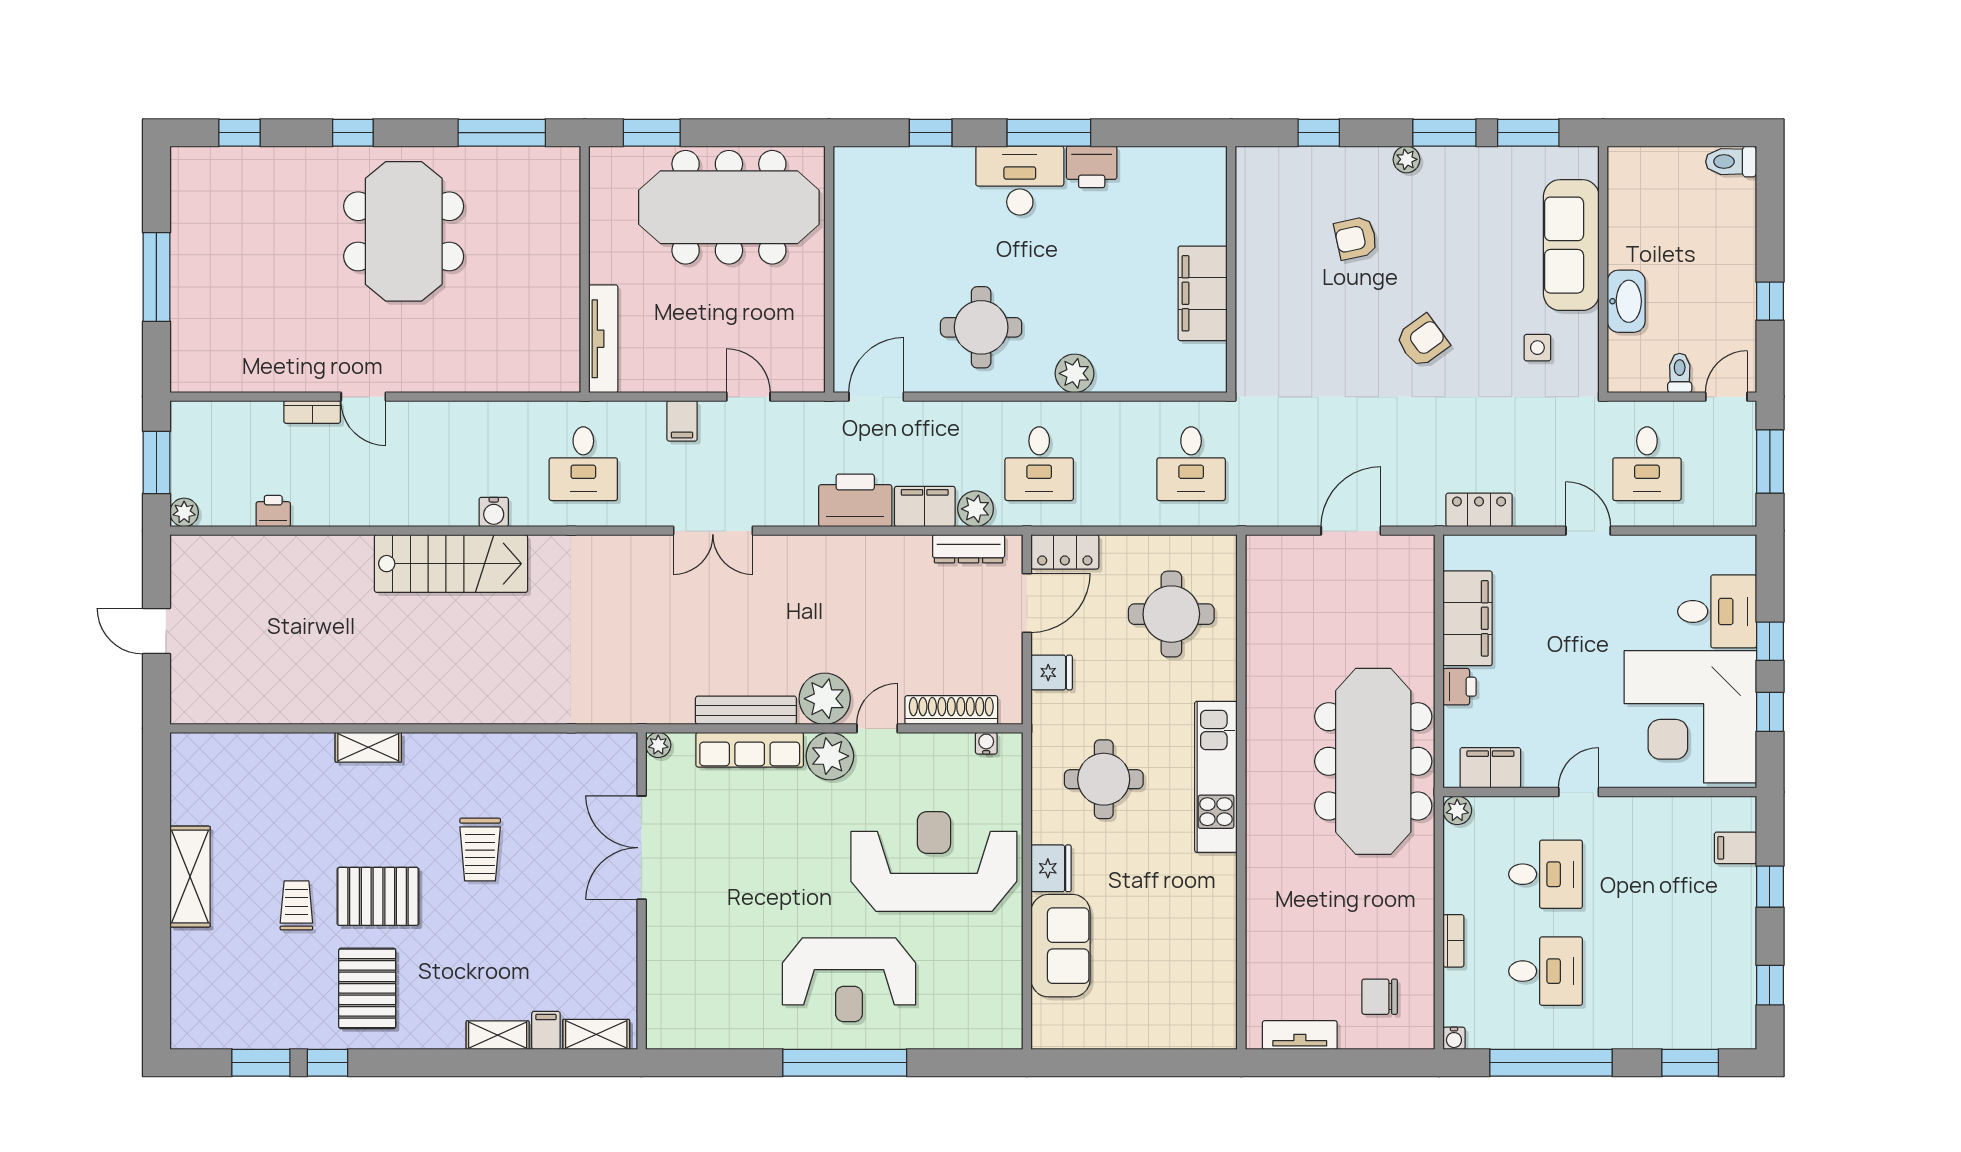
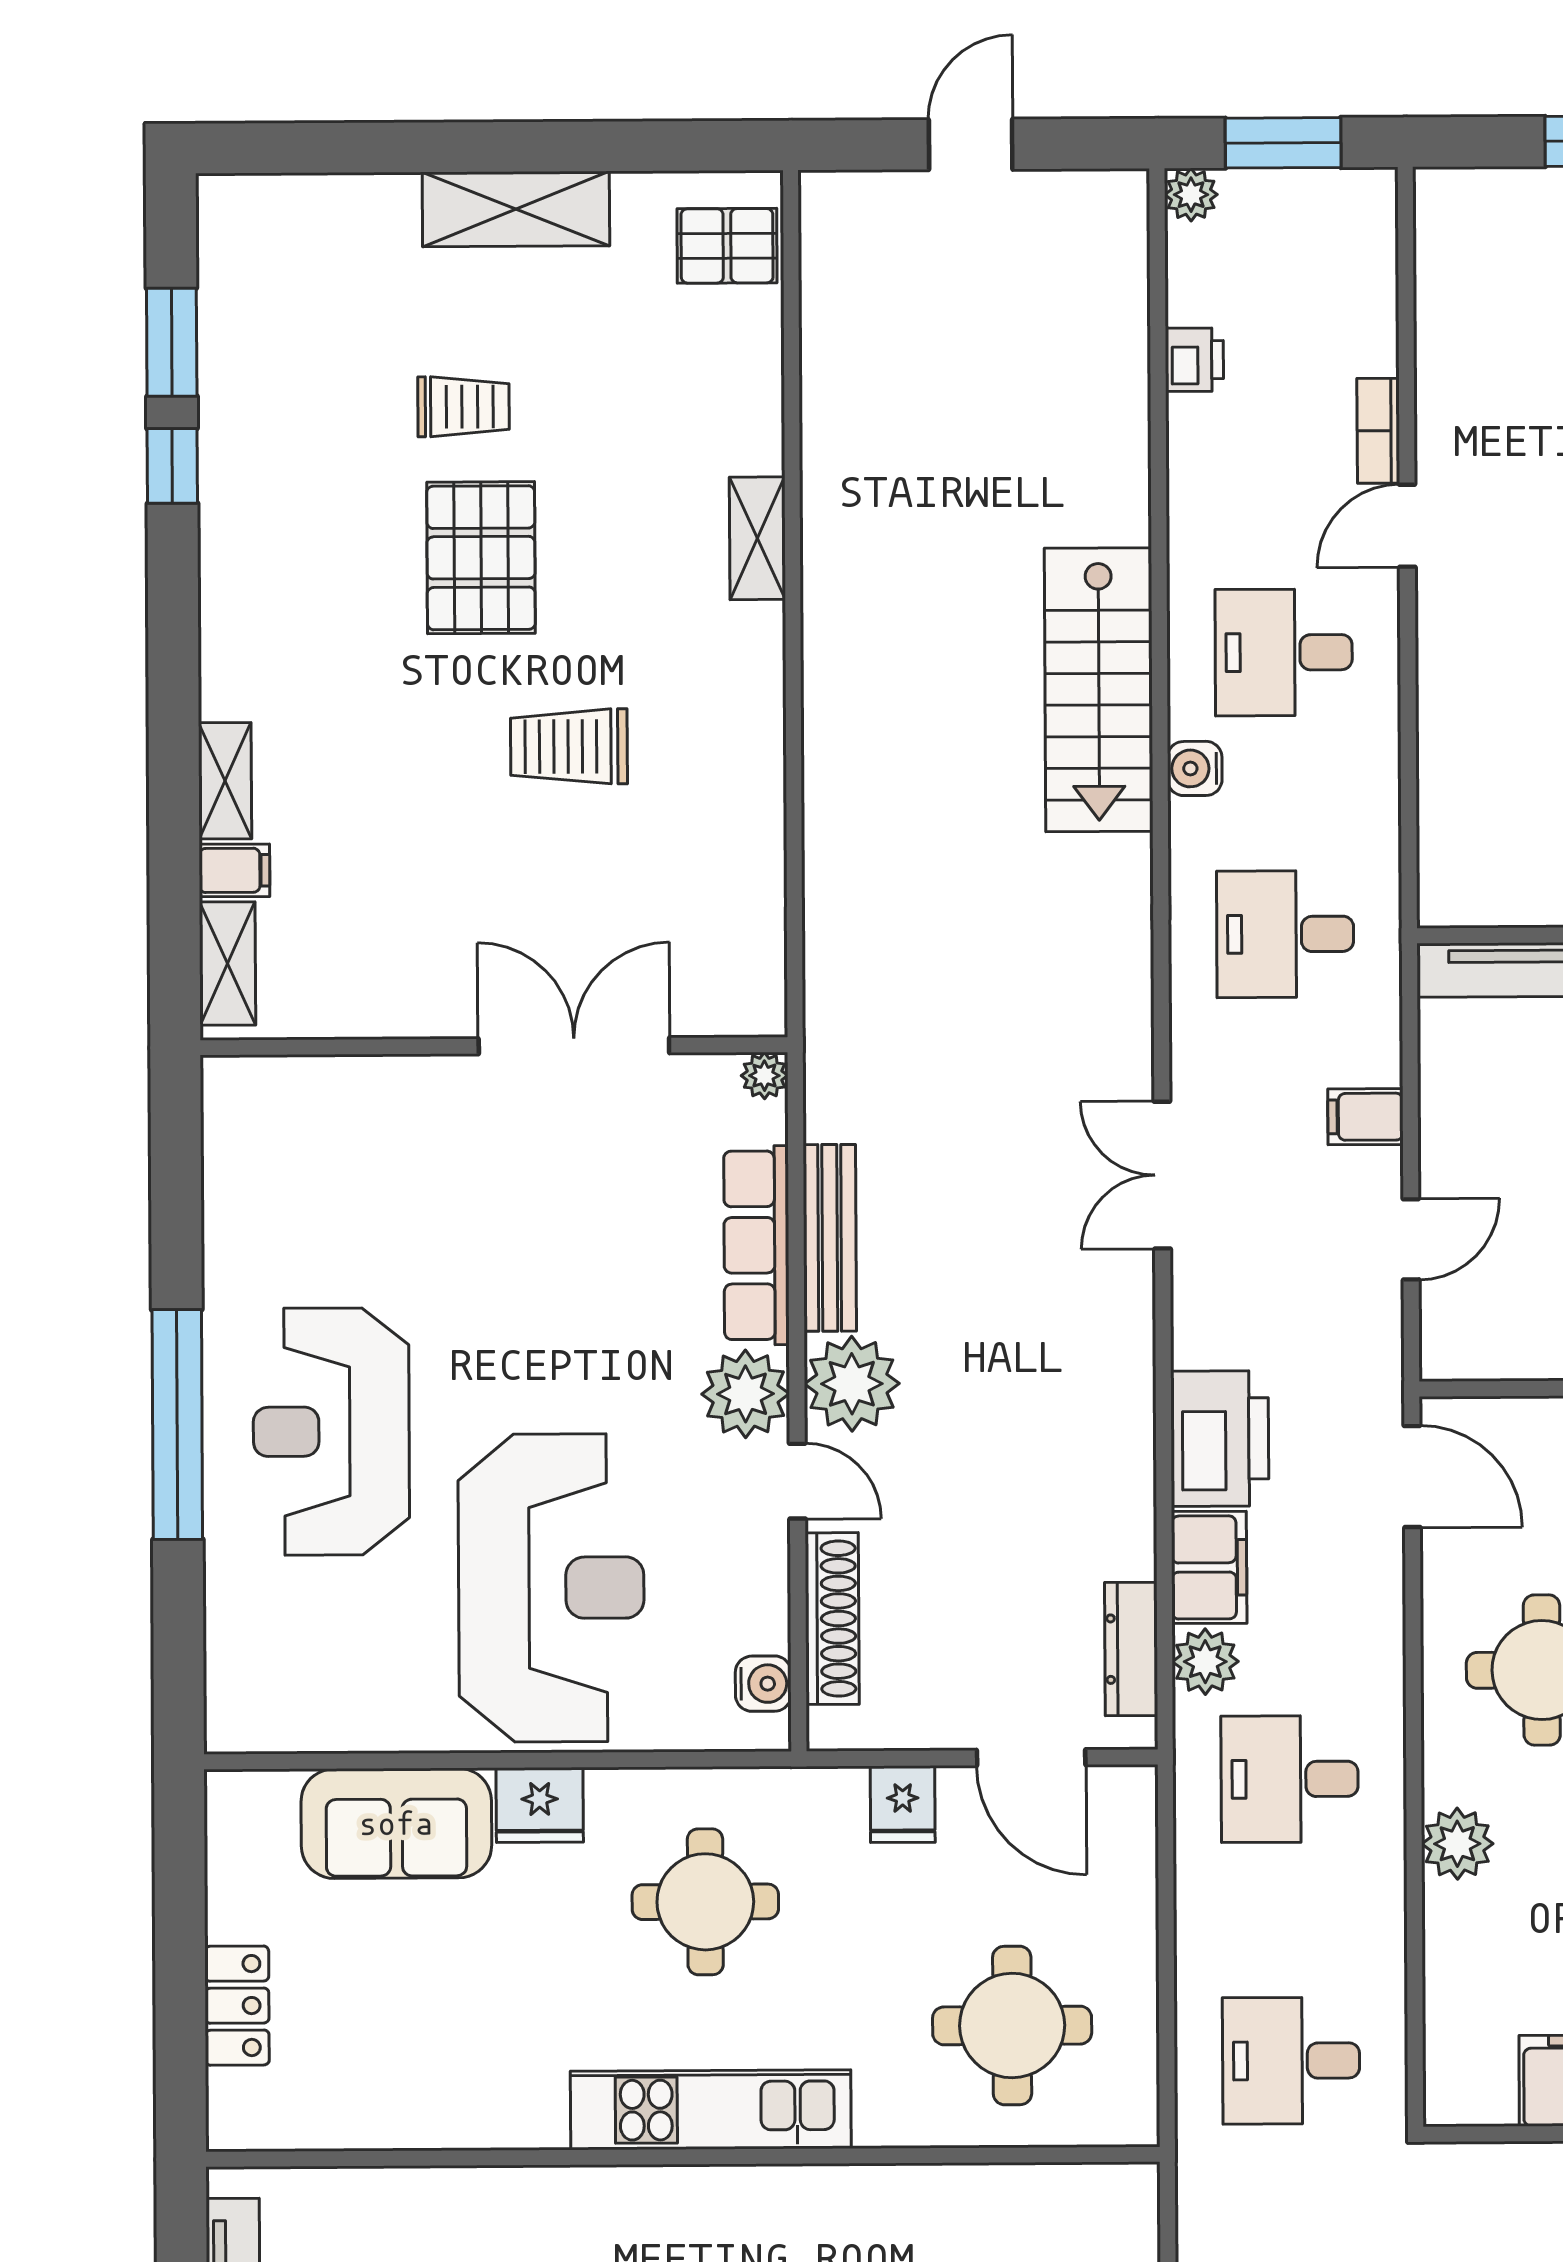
desk: (431, 464) -> (1284, 652), added
locker: (1065, 552) -> (237, 2006), moved, turned 180
water cooler: (986, 743) -> (763, 1684), width x1.38, depth x1.38
pallet: (367, 988) -> (727, 246), moved, width x0.67, depth x0.71

